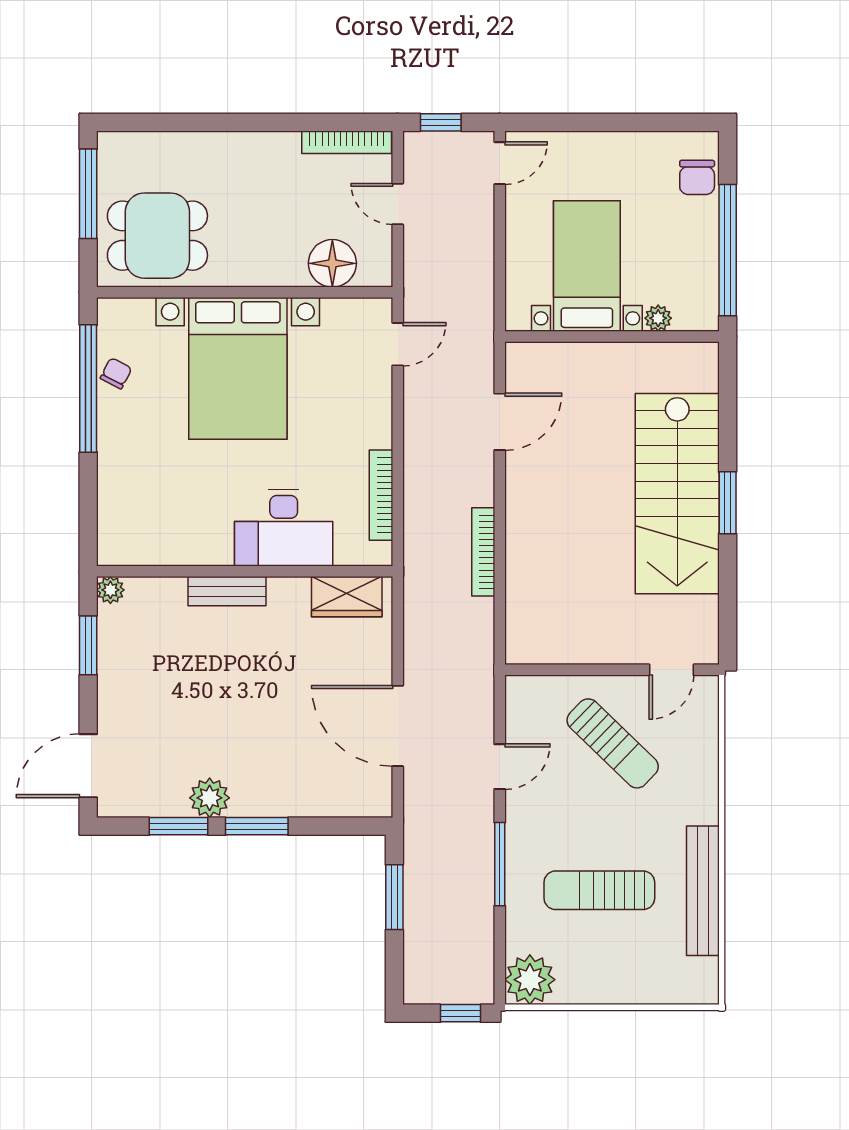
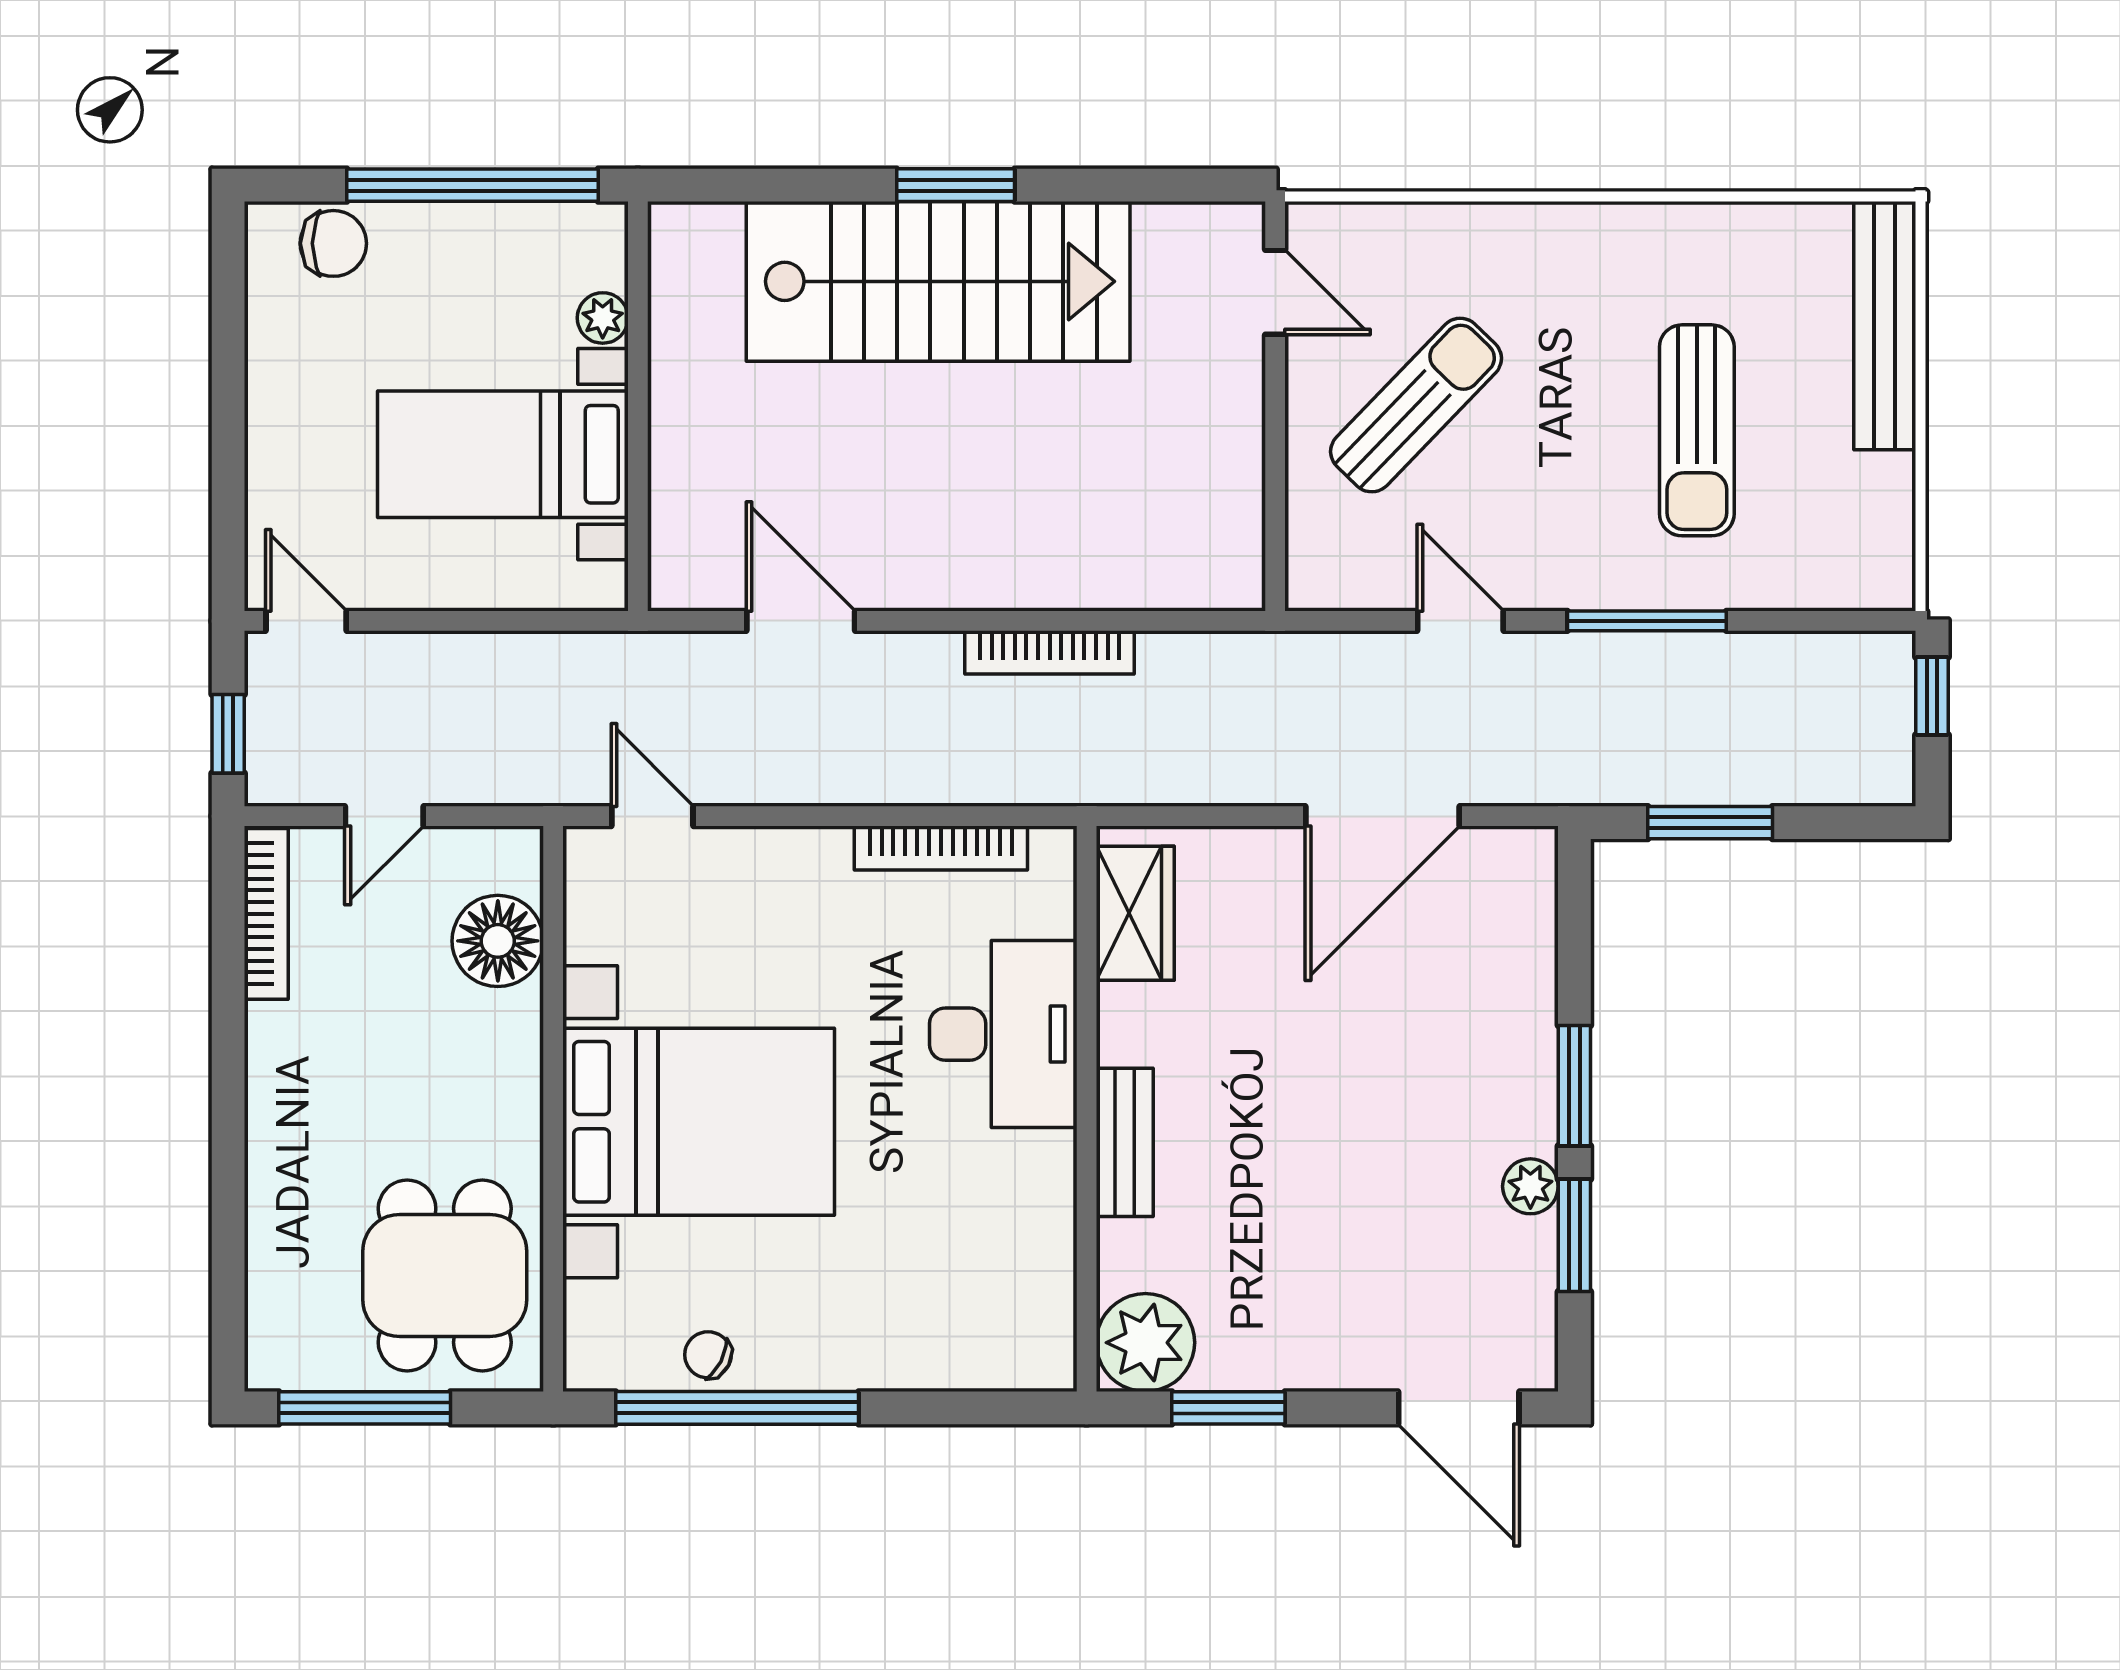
plant: (110, 590) -> (1145, 1343), width x1.87, depth x1.87
plant: (210, 798) -> (1530, 1186), width x0.73, depth x0.73
bench: (703, 891) -> (1885, 326), moved, turned 90
plant: (530, 980) -> (1868, 563), removed

